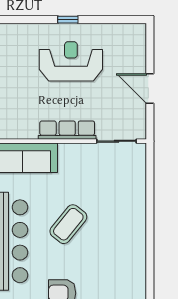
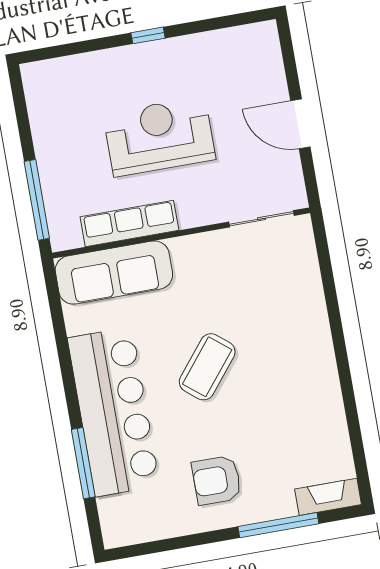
reception desk: (71, 61) -> (159, 137), moved
row of seats: (67, 130) -> (129, 223), moved

